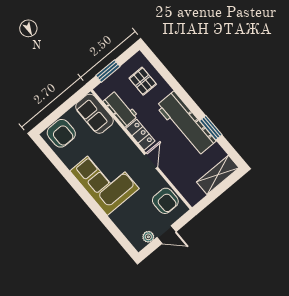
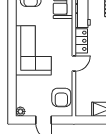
plant: (148, 237) -> (20, 111), moved

